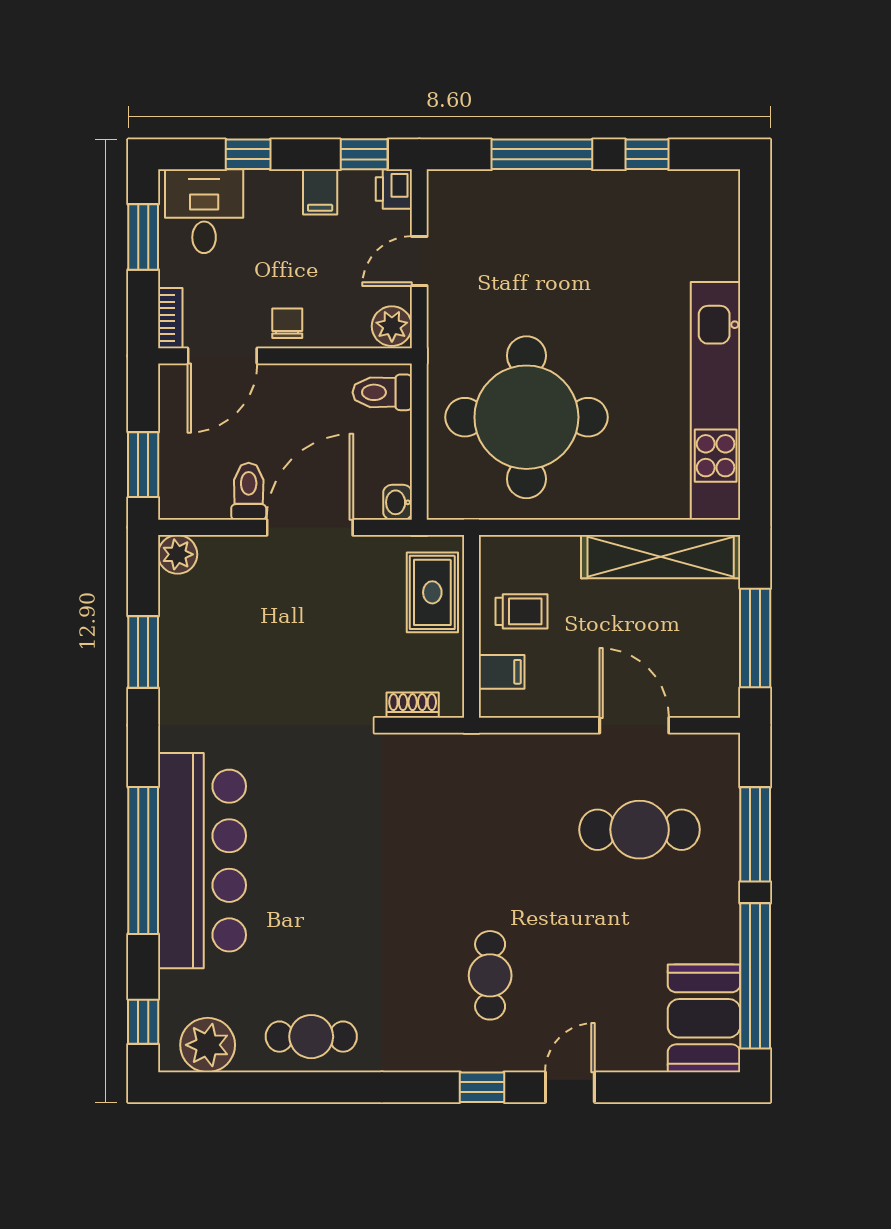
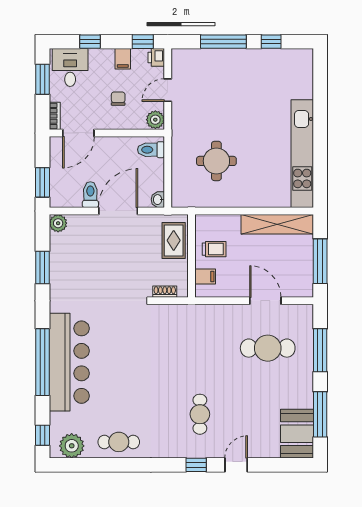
chair: (287, 323) -> (118, 99), moved
round table: (526, 417) -> (216, 161), width x0.54, depth x0.54
window: (755, 976) -> (320, 414), width x0.68

